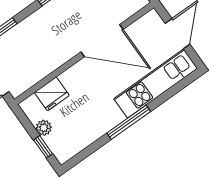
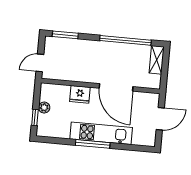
kitchen unit: (156, 84) -> (101, 133), moved
fridge: (52, 94) -> (80, 94), moved

